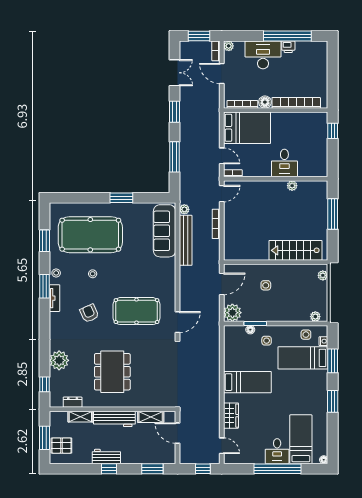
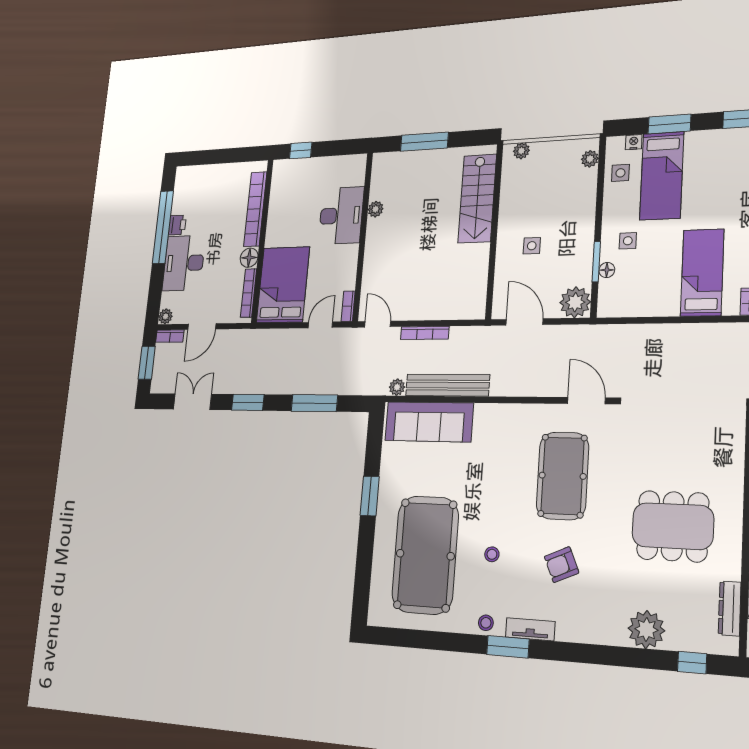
desk: (284, 163) -> (341, 216), width x1.37
window: (45, 241) -> (429, 640), removed
dresser: (73, 402) -> (730, 608), width x1.44

